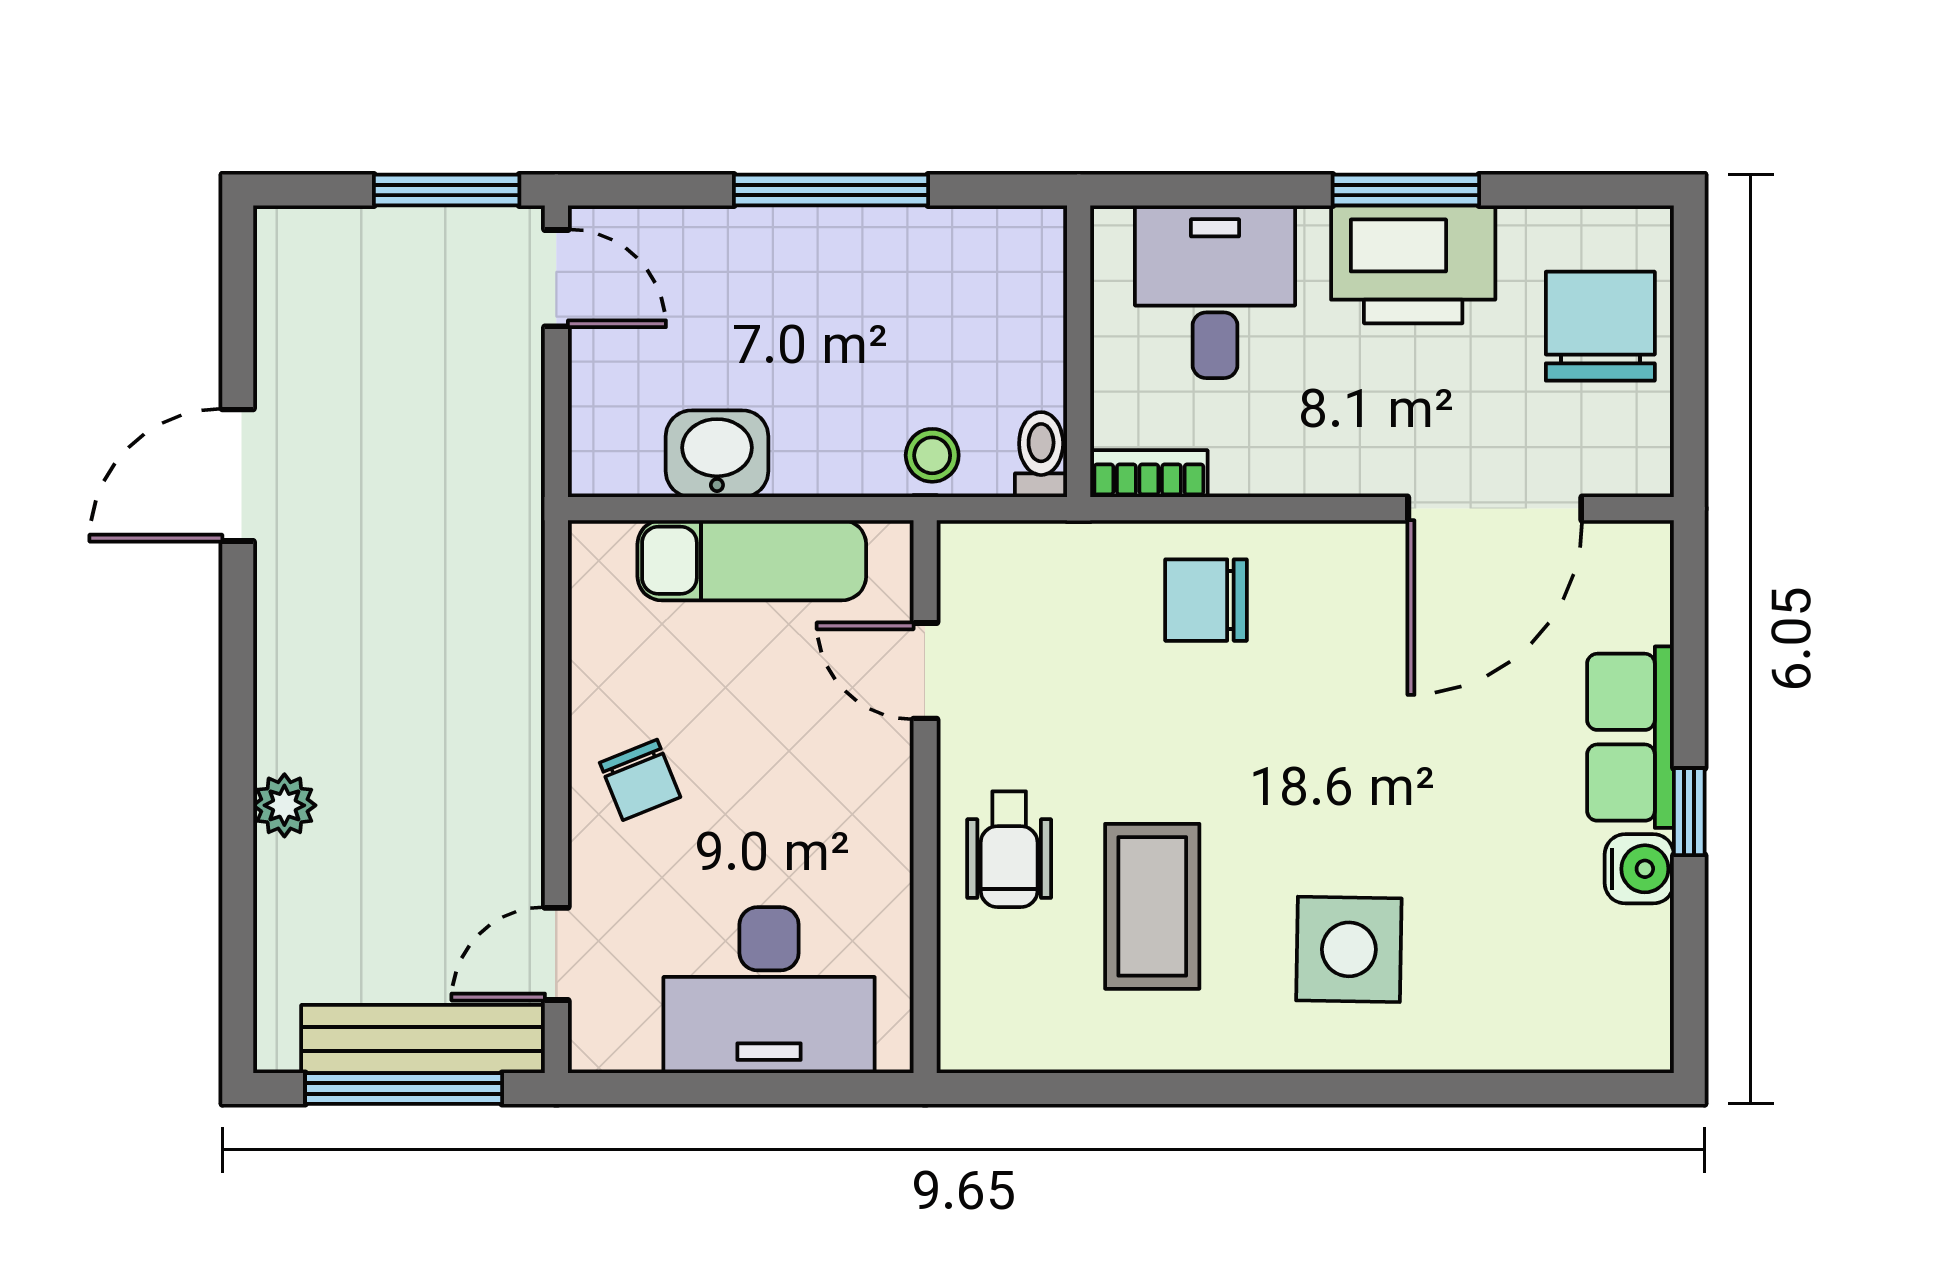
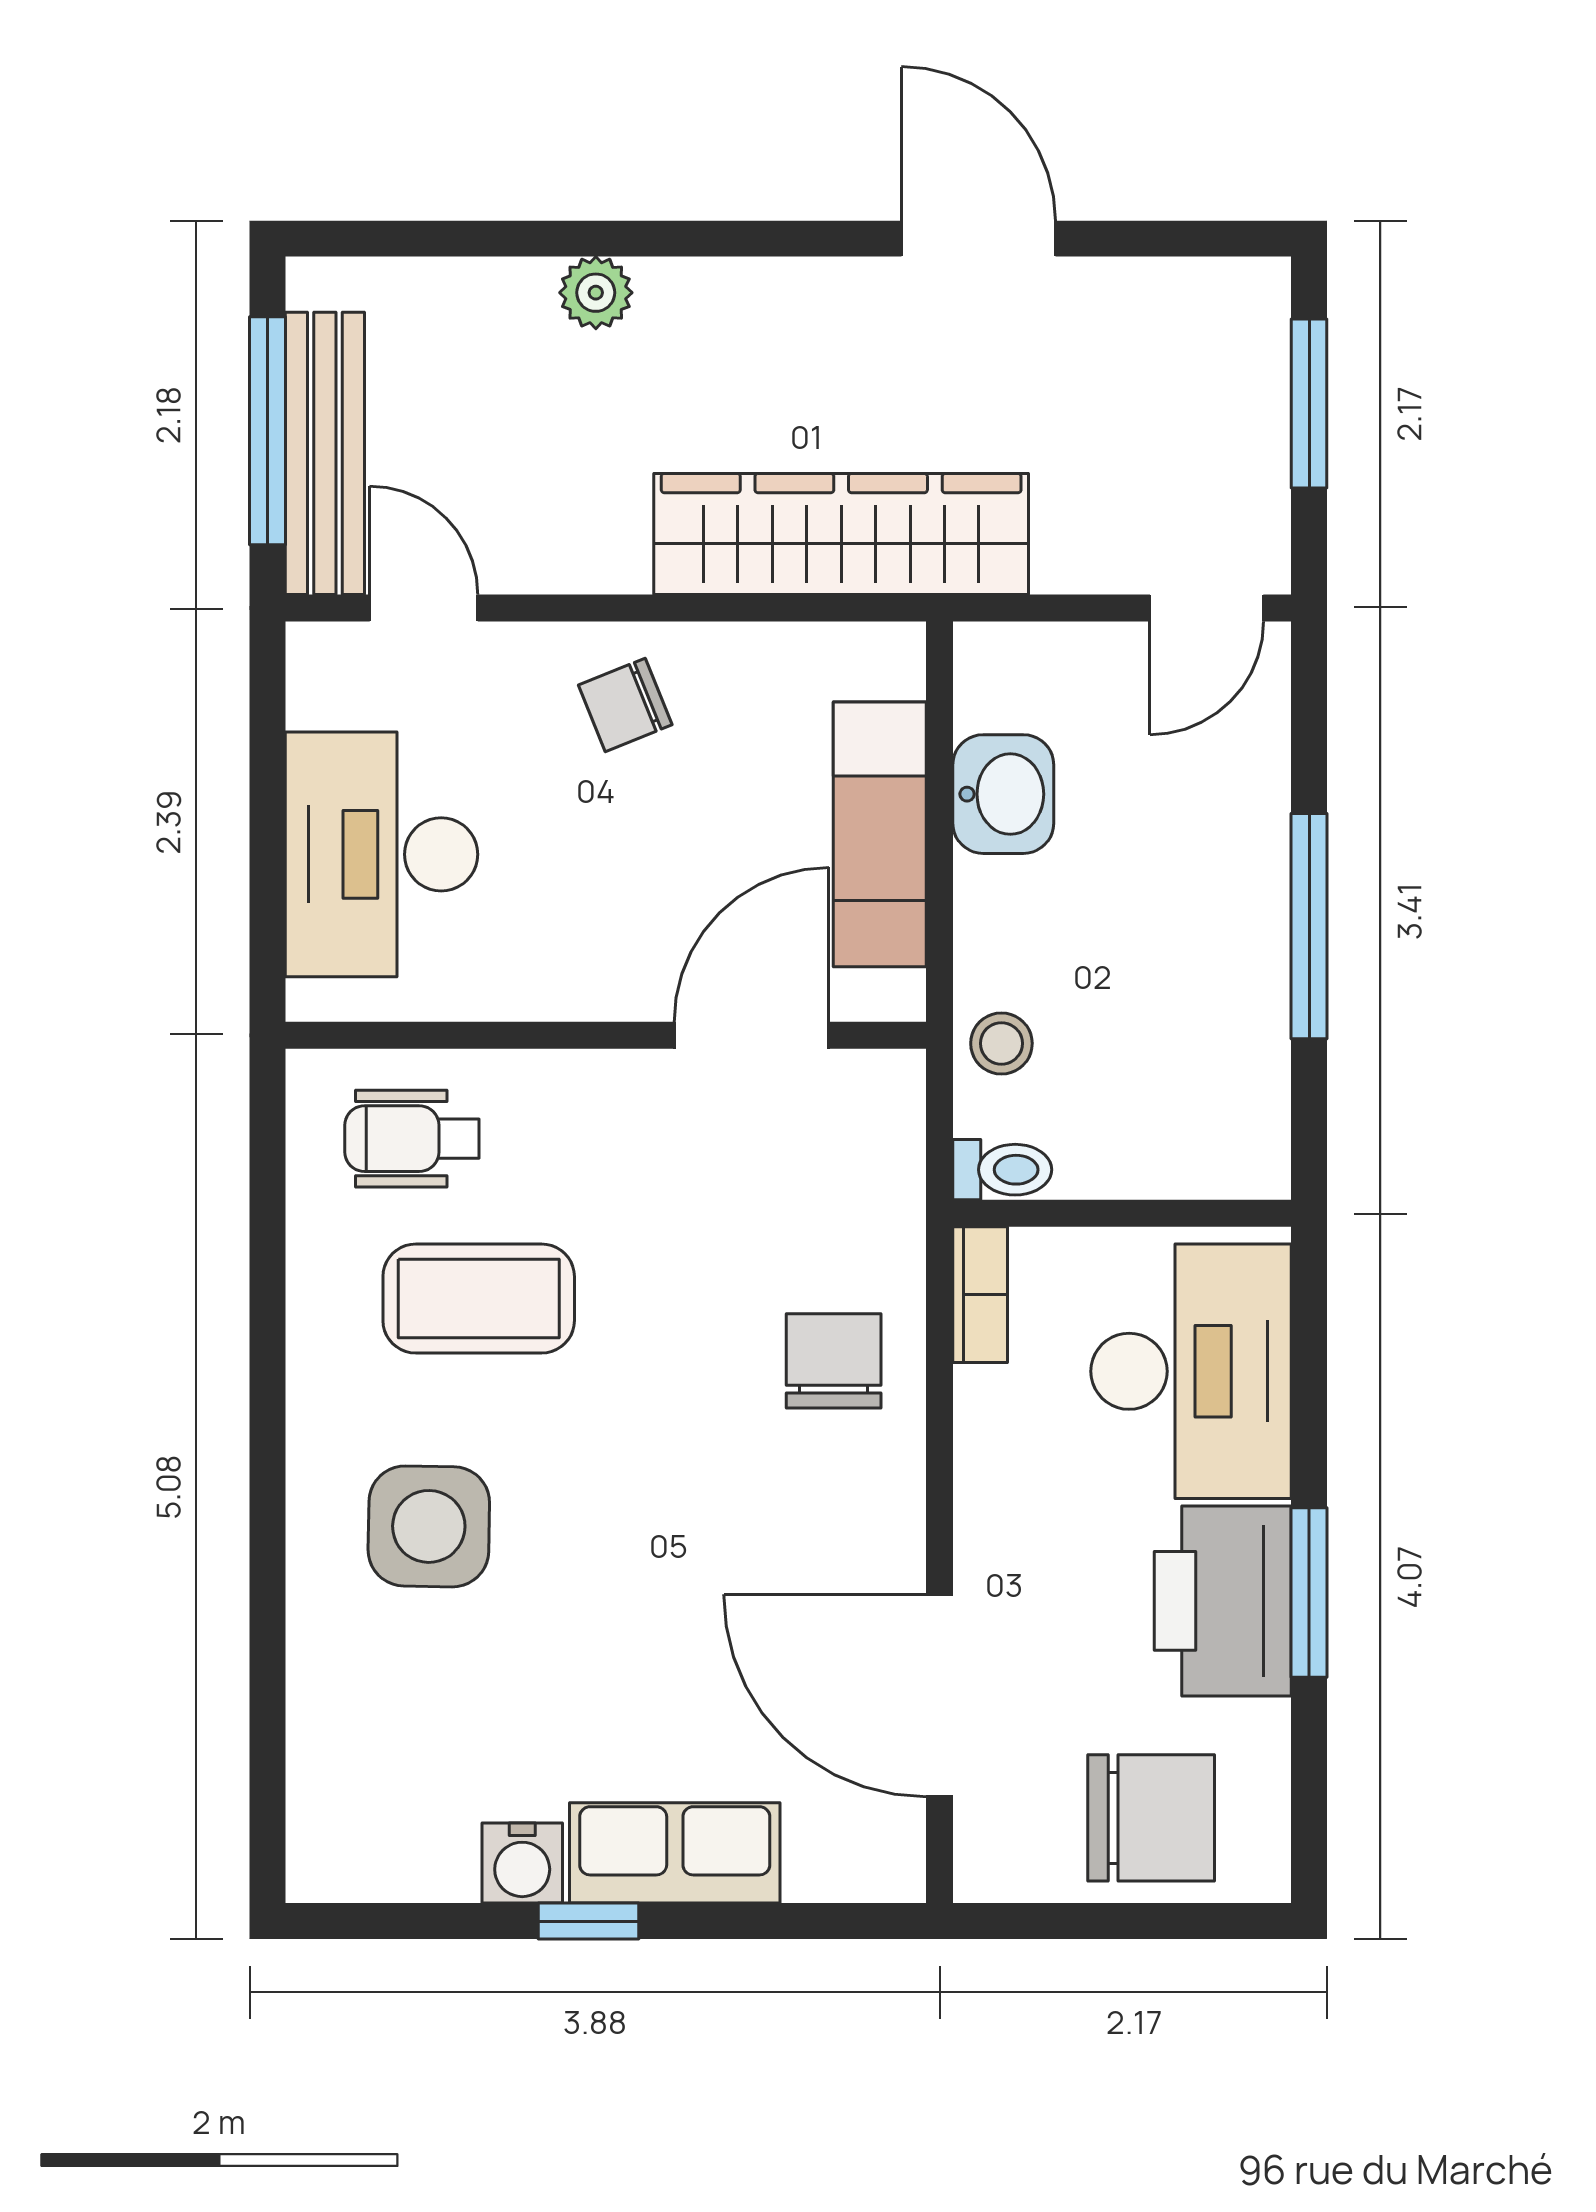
window: (447, 190) -> (1309, 403), moved
desk: (1215, 292) -> (1191, 1371), width x1.37
wardrobe: (493, 594) -> (841, 534), added
door: (925, 671) -> (752, 1035), width x1.38
wheelchair: (1009, 849) -> (412, 1139), moved

